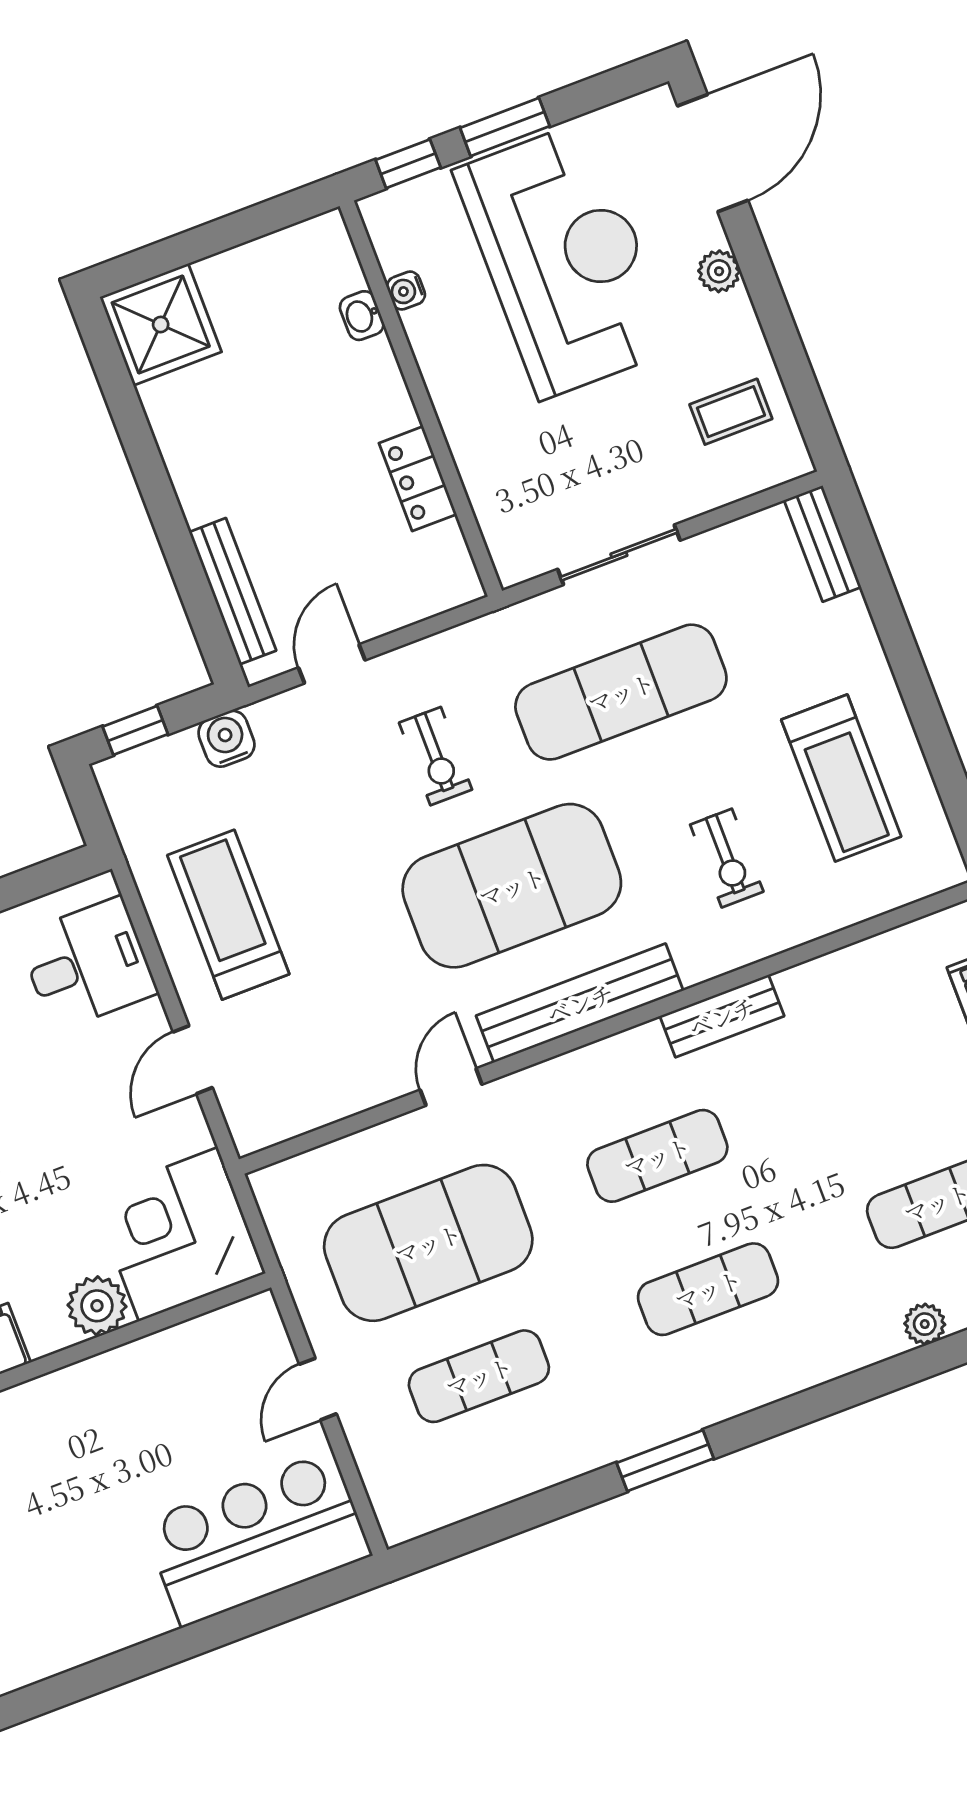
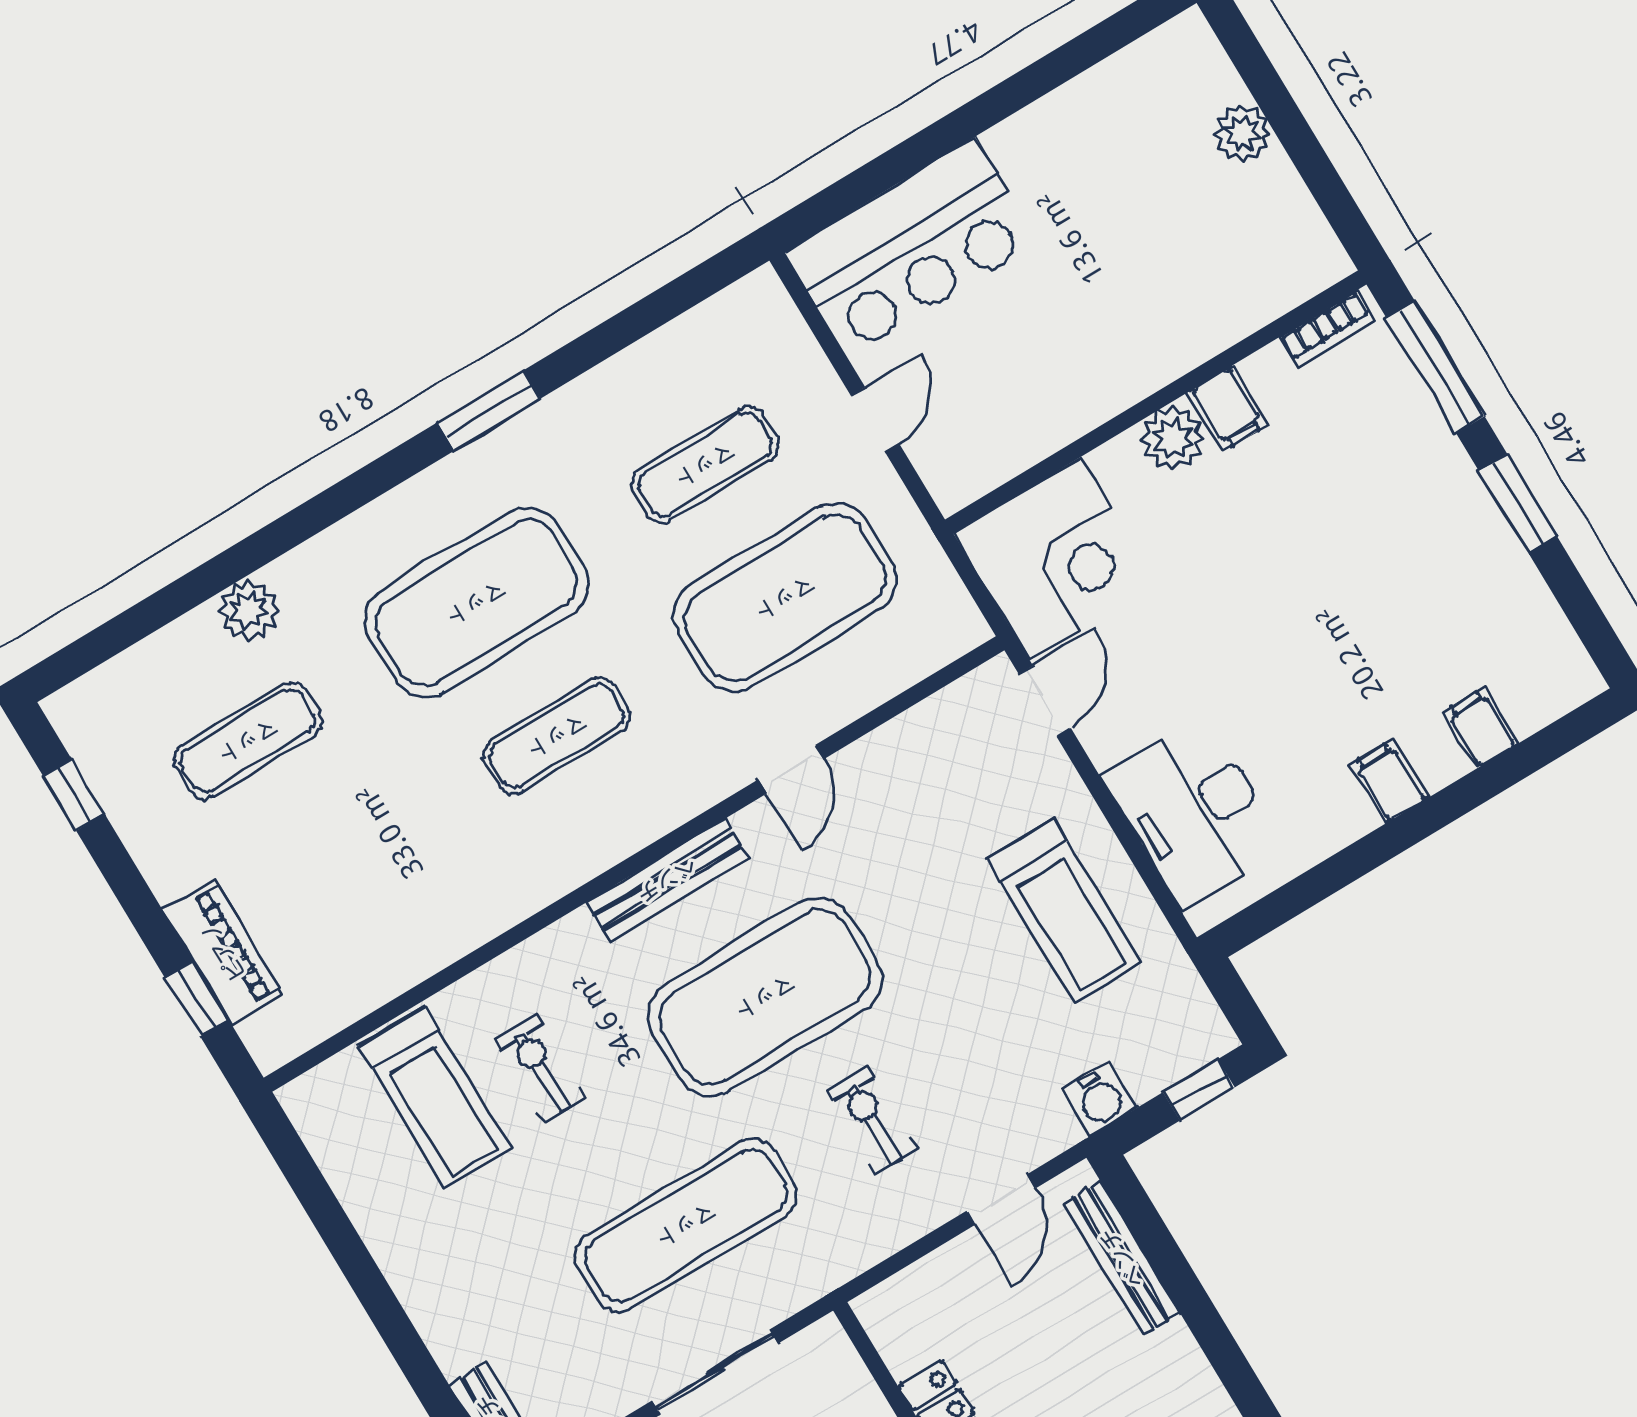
treadmill: (841, 778) -> (434, 1097), moved, turned 180
desk: (87, 964) -> (1194, 812), width x1.37
bench: (580, 1003) -> (667, 880), width x0.73, depth x0.82
bench: (722, 1016) -> (515, 898), removed
door: (193, 1060) -> (1045, 701), moved
exercise mat: (708, 1289) -> (476, 603), width x2.00, depth x1.45
plant: (97, 1306) -> (1173, 439), moved
plant: (925, 1324) -> (249, 610), width x1.38, depth x1.38

